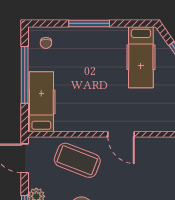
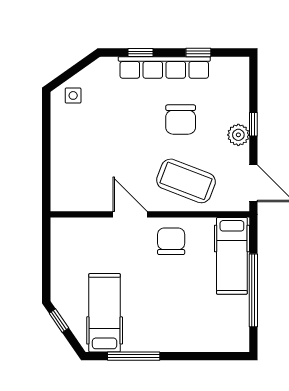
window: (89, 23) -> (134, 356), moved
chair: (46, 43) -> (171, 241), moved, width x1.87, depth x1.87

